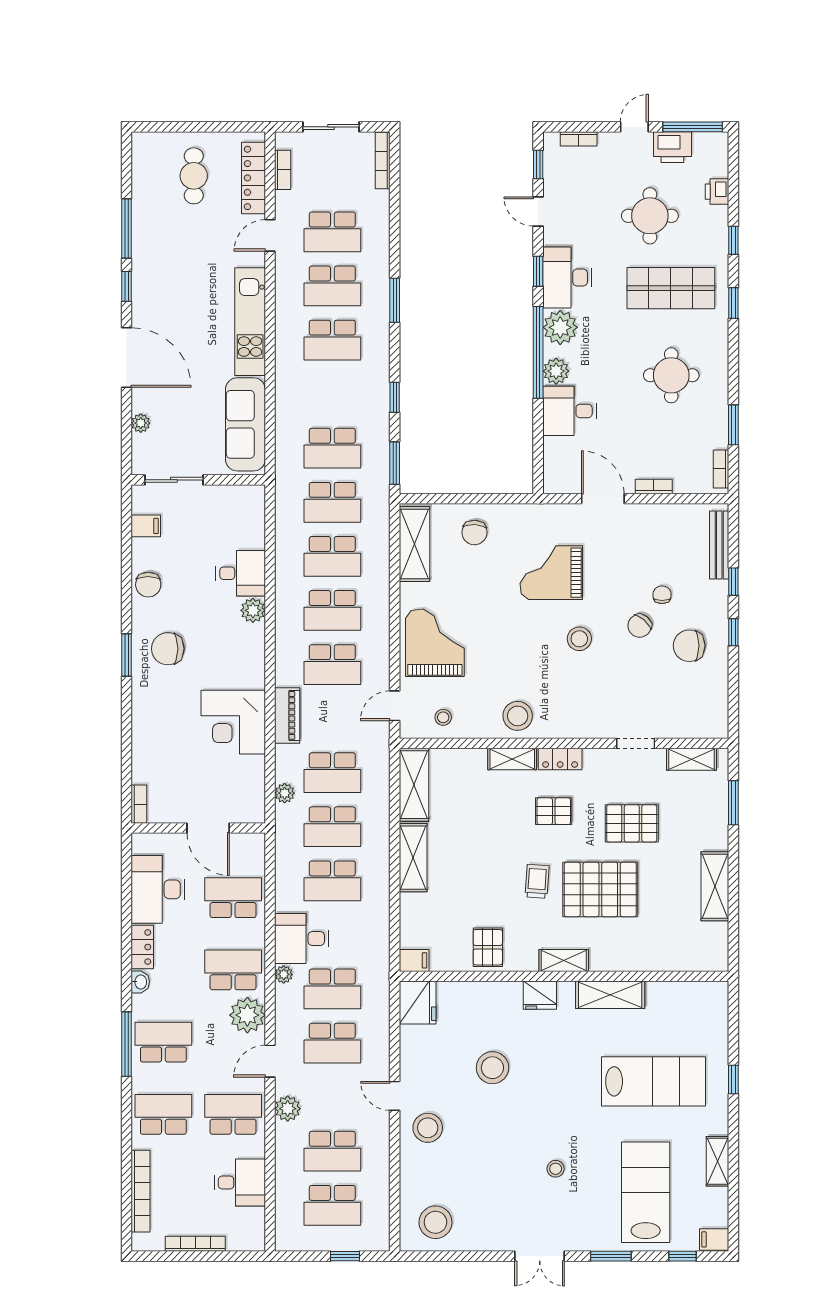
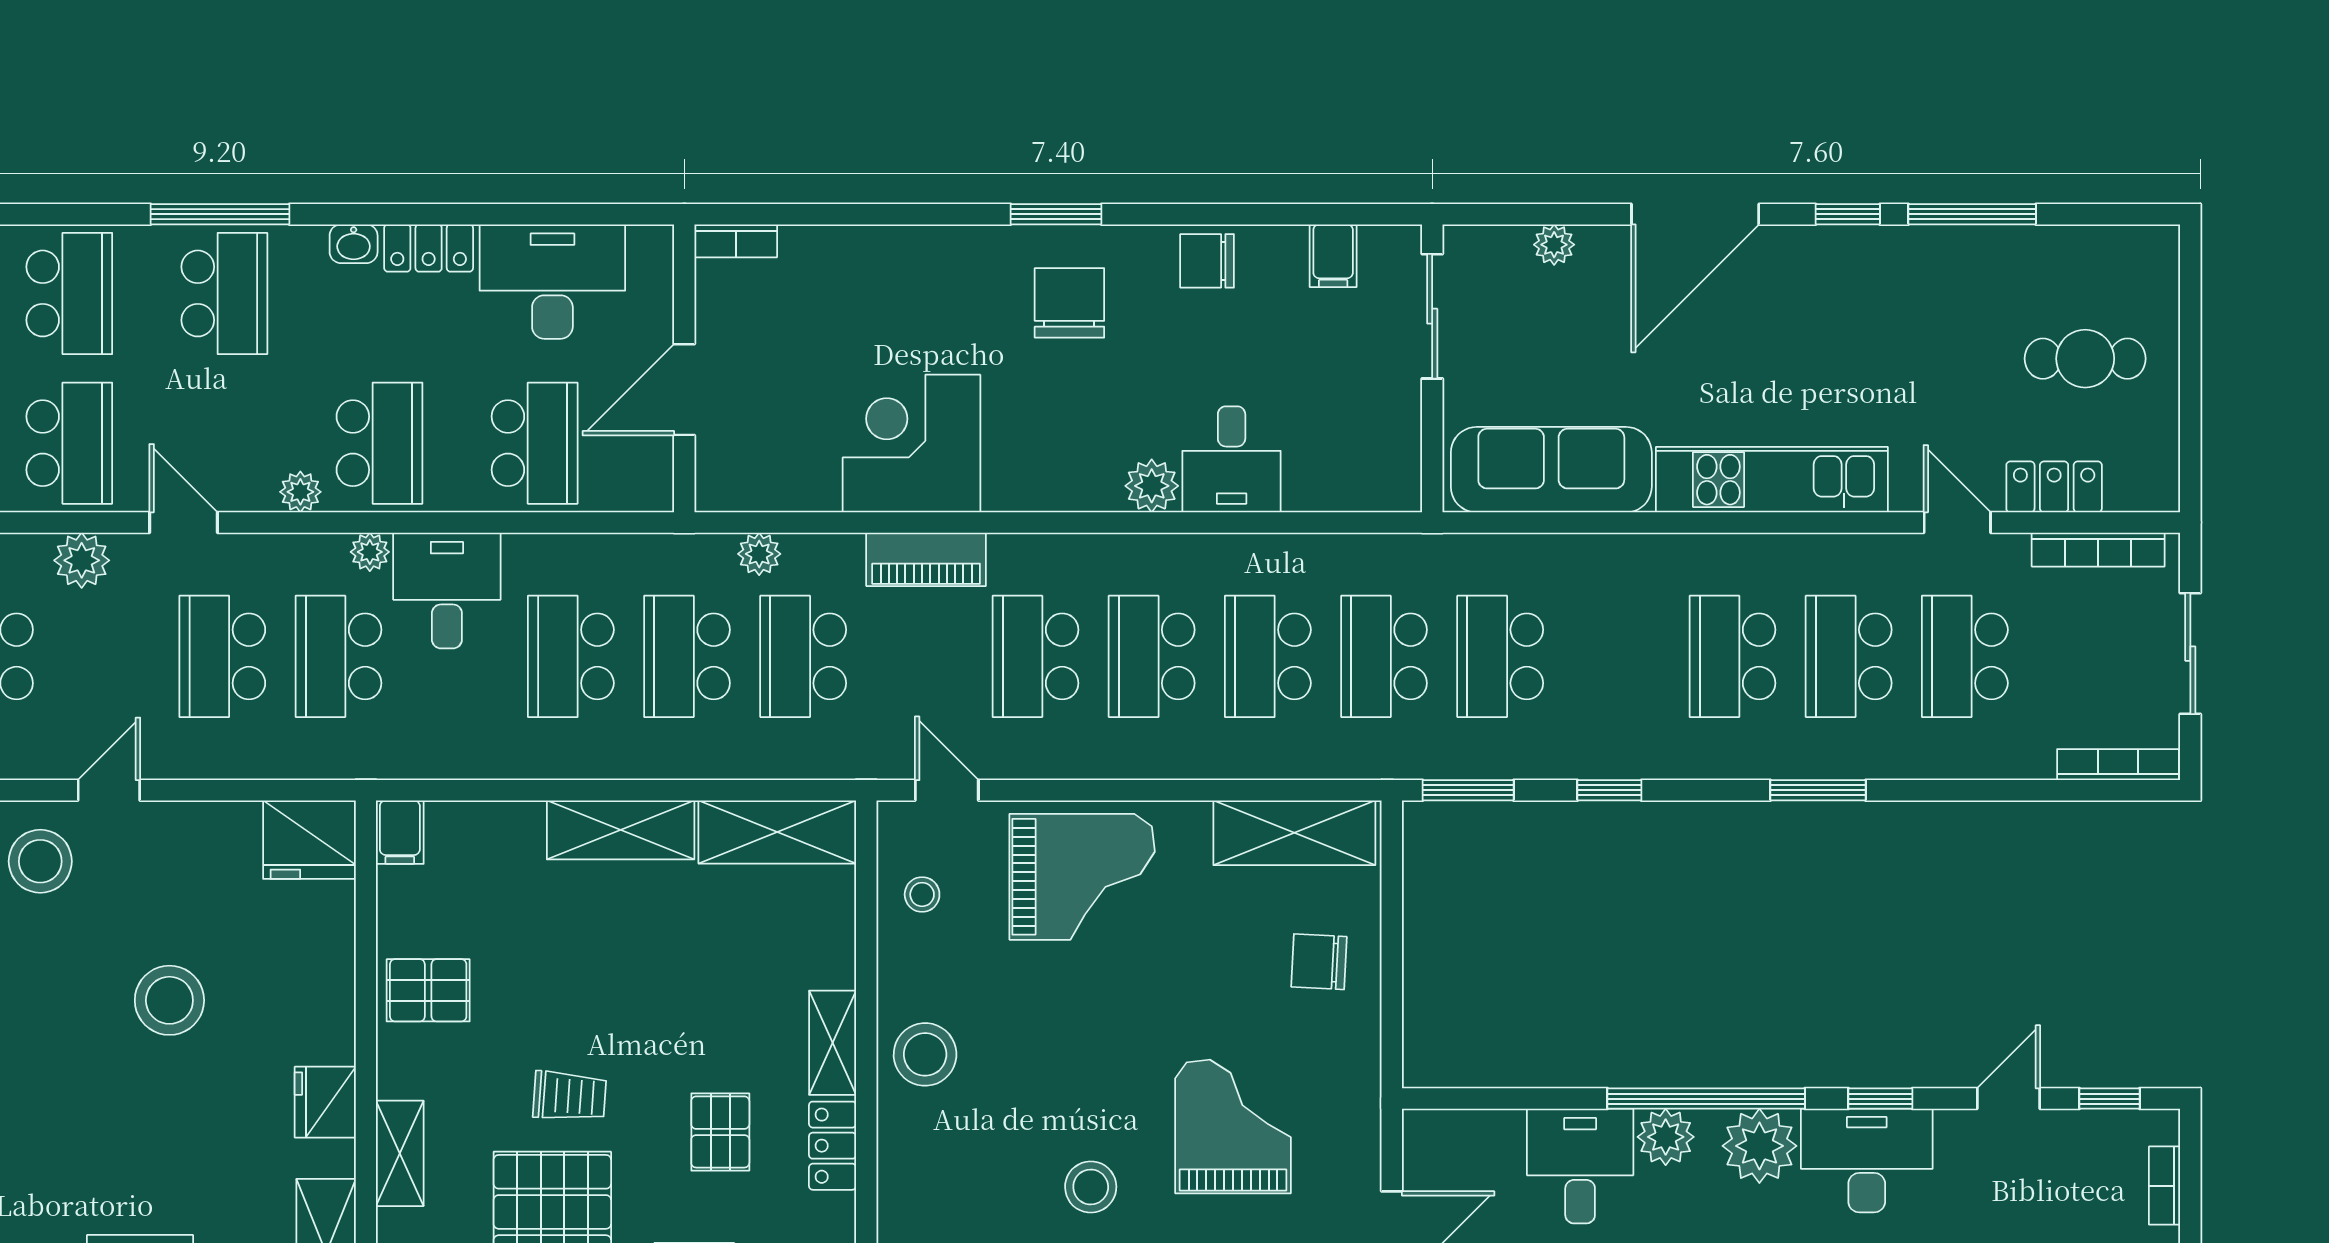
bookcase: (283, 170) -> (2098, 550), width x1.56
locker: (253, 178) -> (2054, 487), width x0.66
plant: (247, 1015) -> (300, 492), width x0.53, depth x0.53

